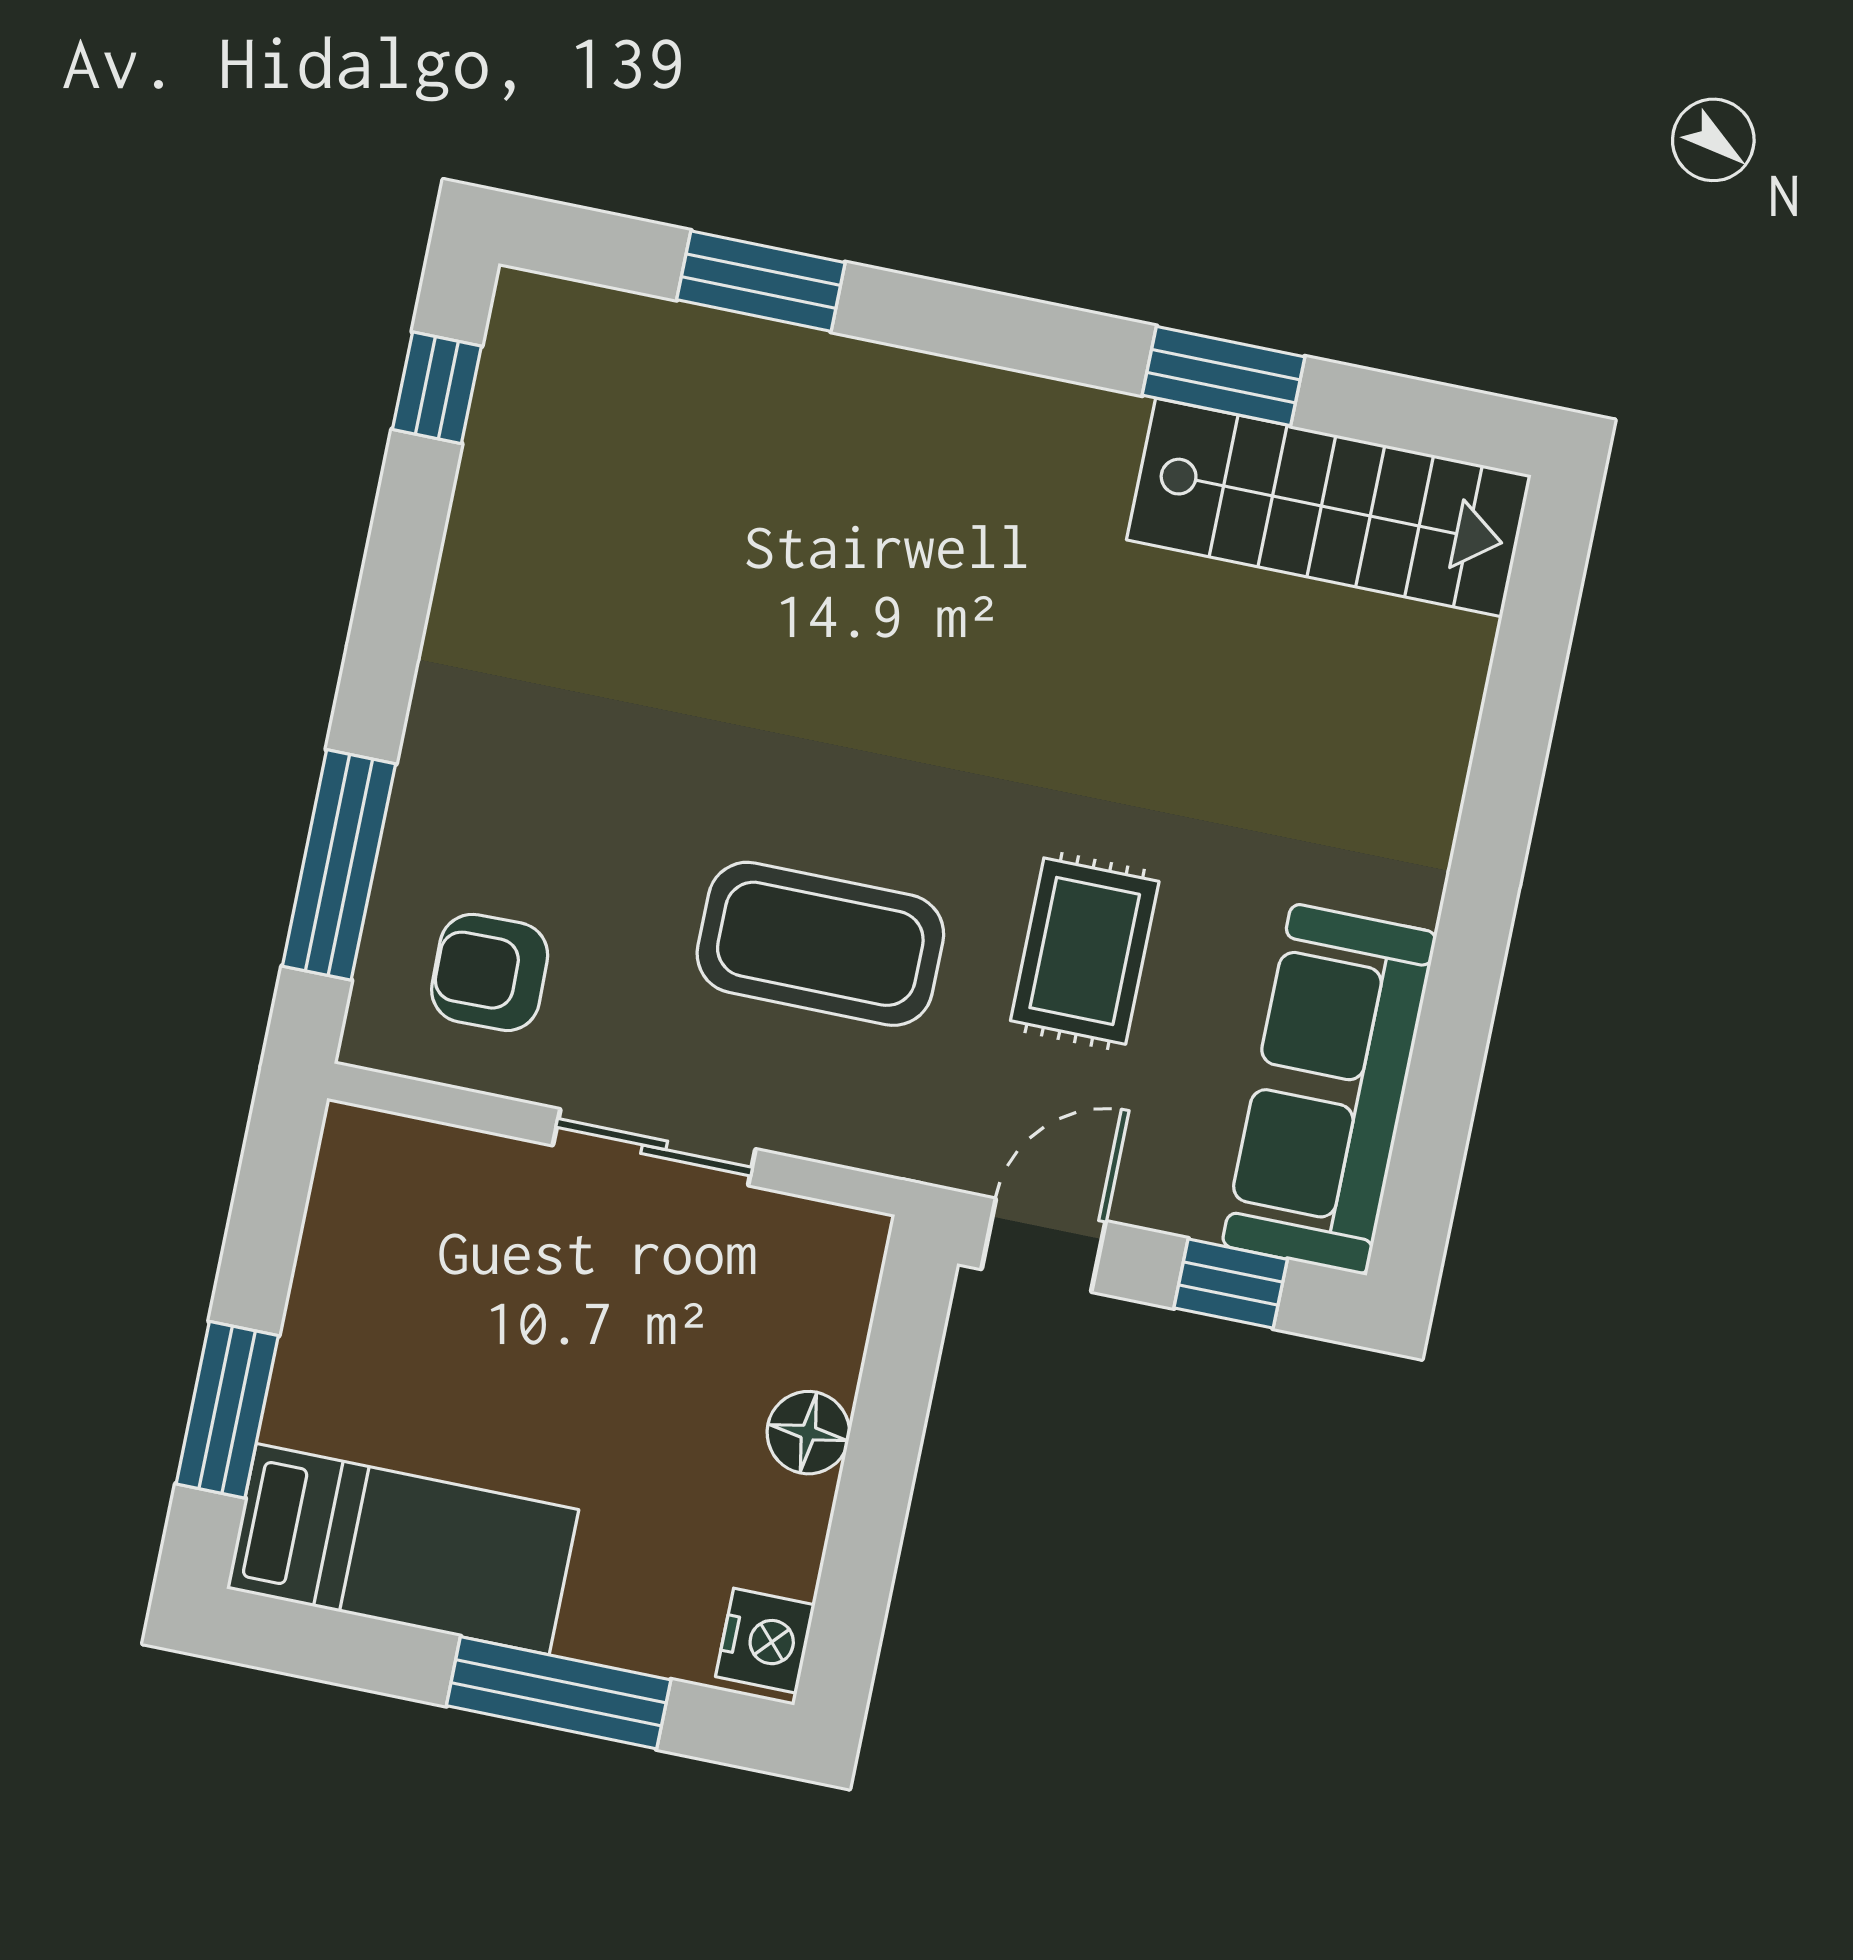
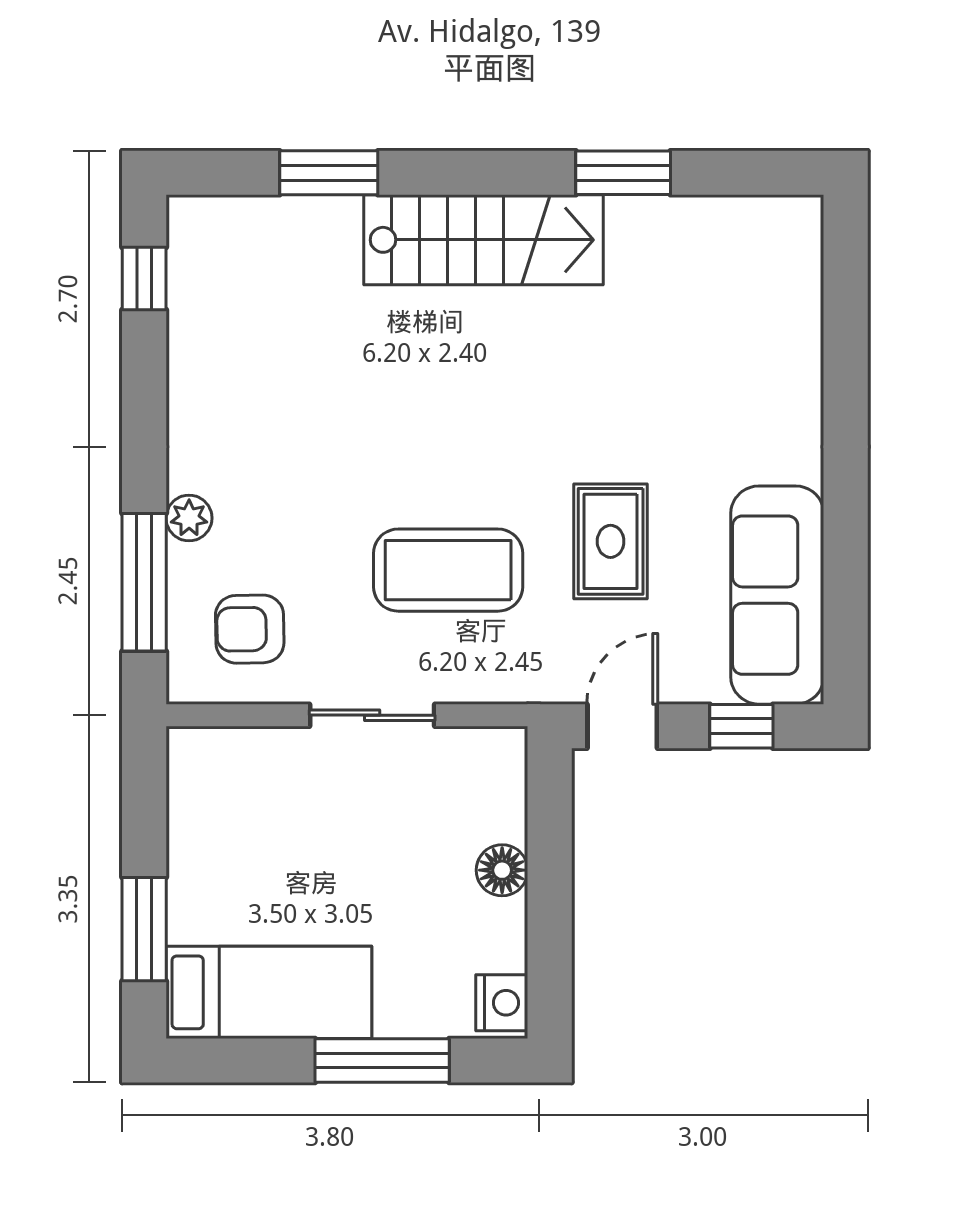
stairs: (1329, 507) -> (483, 240), moved
plant: (430, 778) -> (189, 518), added

